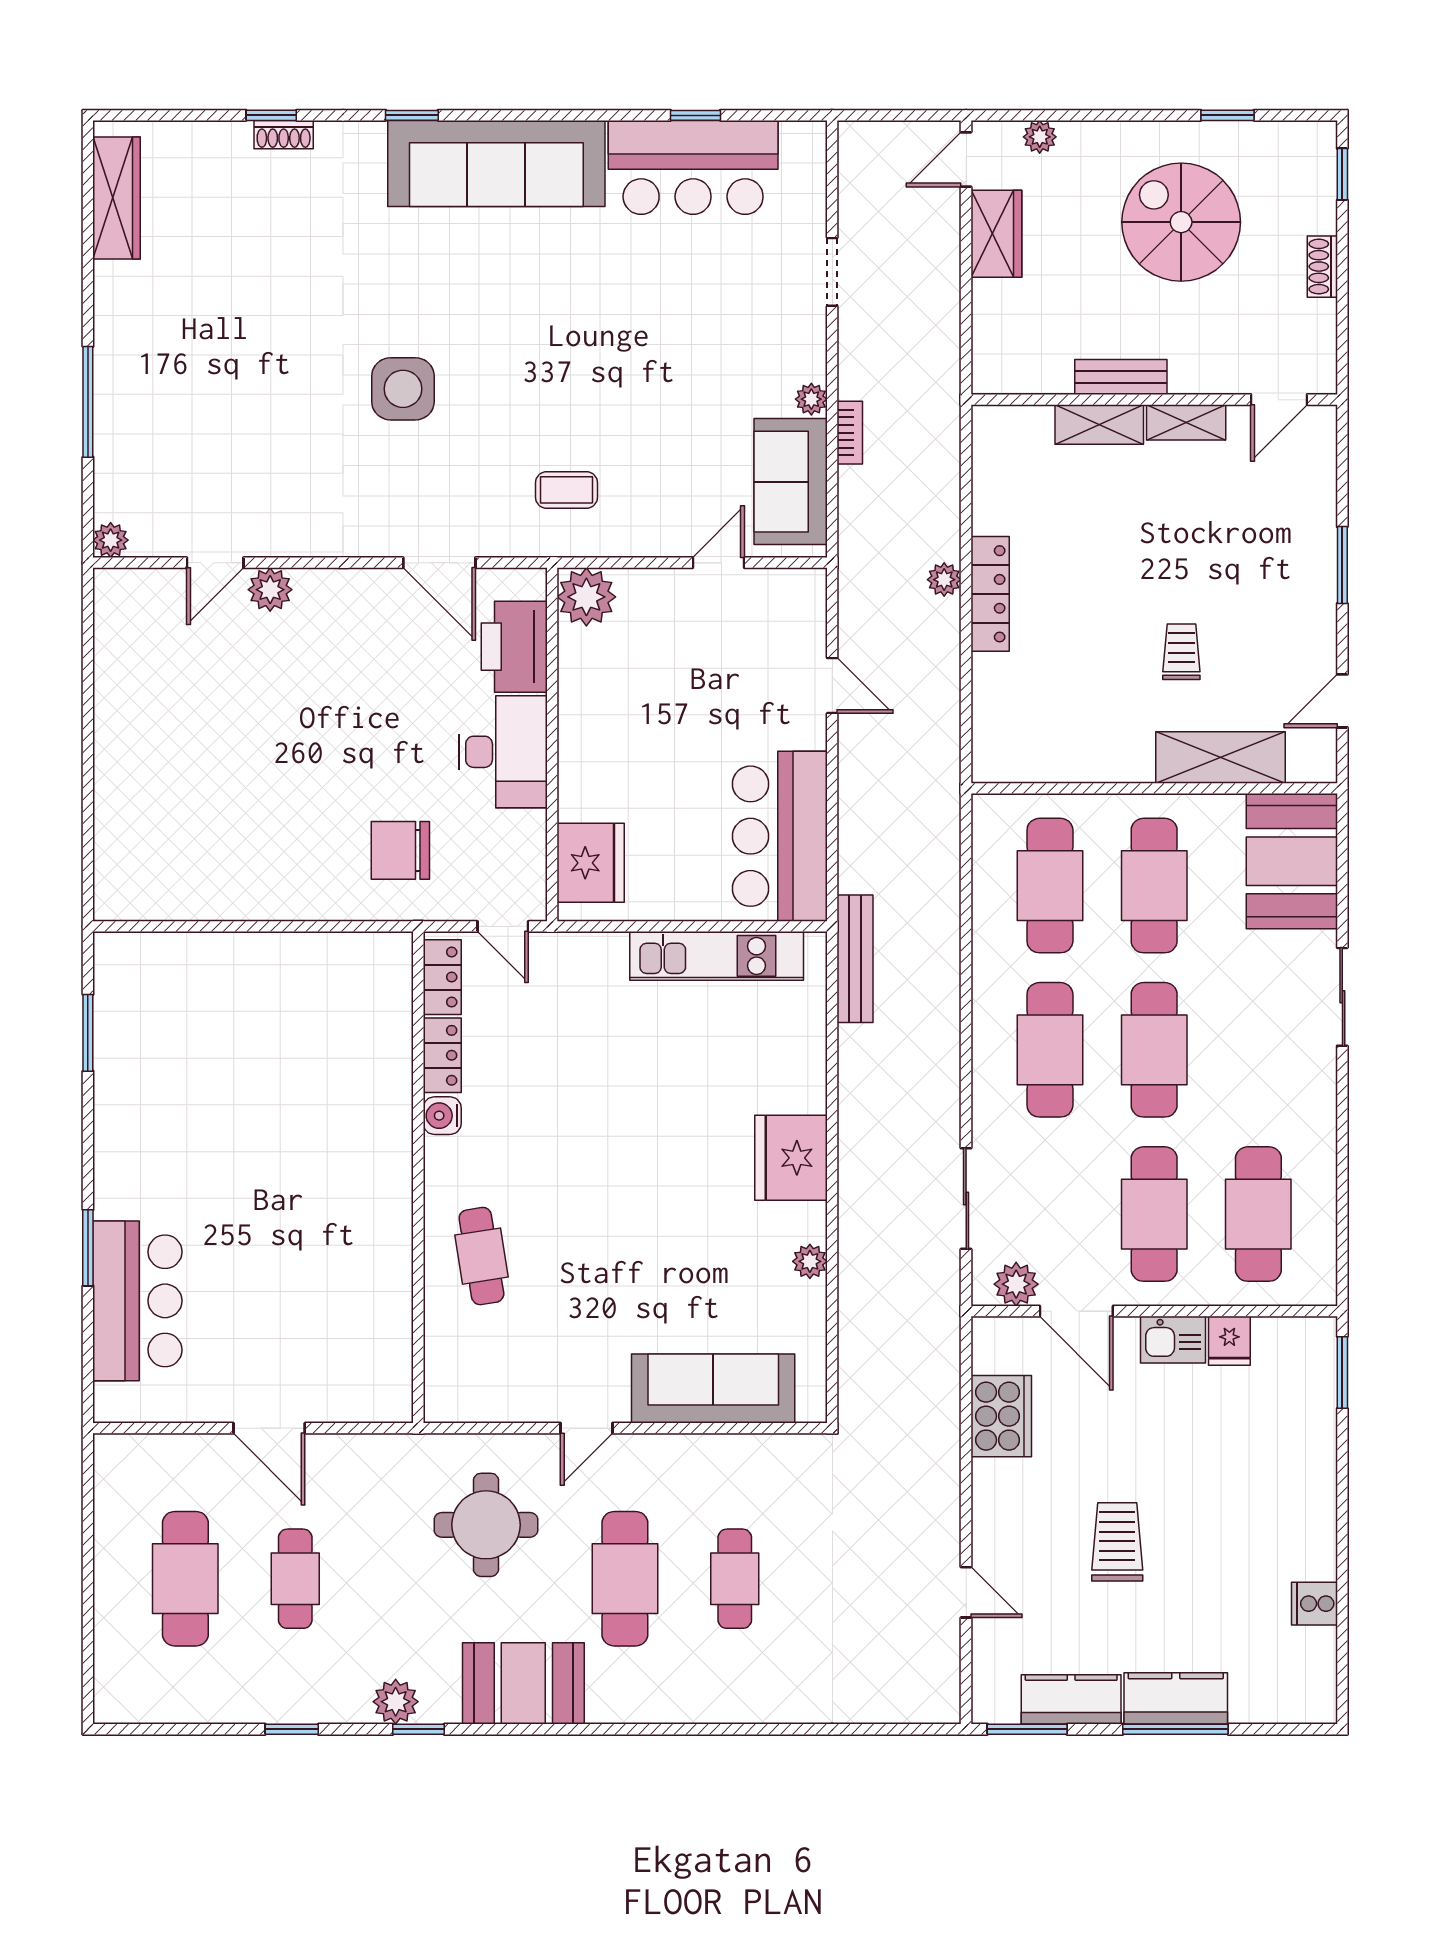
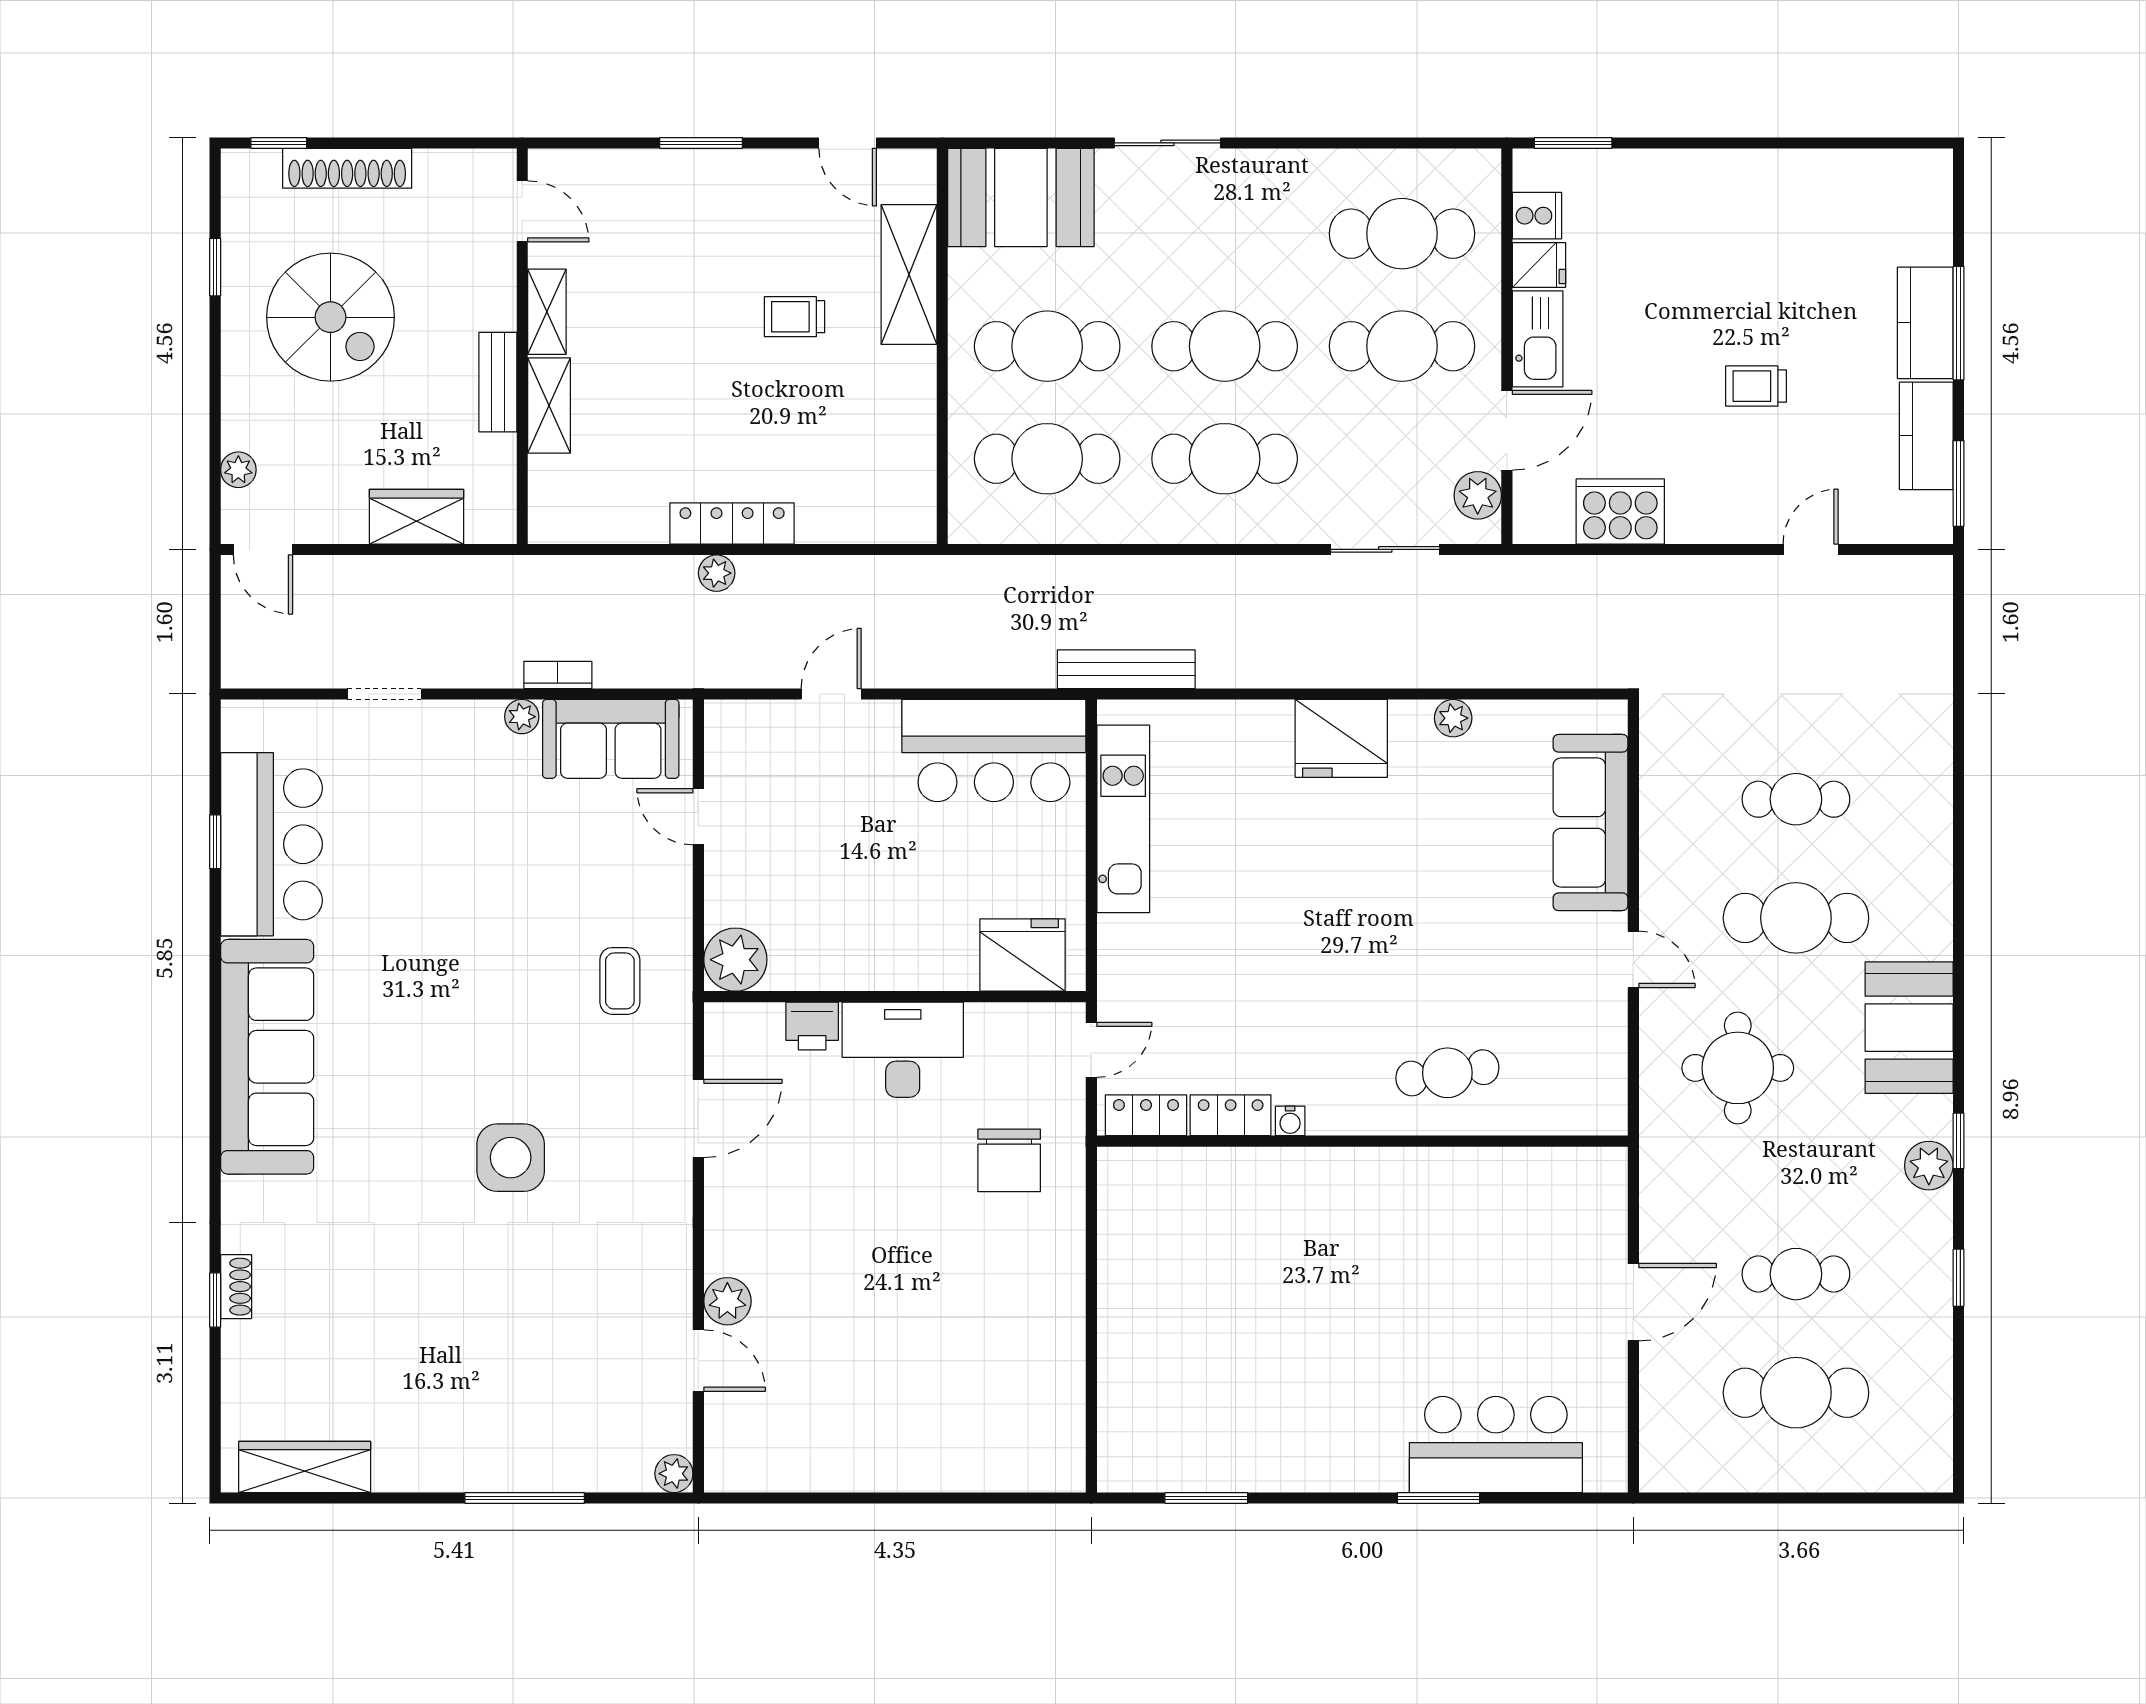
window: (412, 115) -> (215, 1148), removed
spiral stairs: (1181, 222) -> (331, 317), turned -90
wardrobe: (996, 234) -> (416, 517), moved
shoe rack: (1322, 267) -> (347, 168), width x1.94, depth x1.24
printer: (514, 647) -> (812, 1026), width x0.53, depth x0.68
water cooler: (442, 1116) -> (1290, 1121), width x0.72, depth x0.72
kitchen sink: (1173, 1340) -> (1538, 339), width x1.38
trolley: (1117, 1542) -> (1756, 386), width x0.73, depth x0.72
cooker: (1315, 1604) -> (1537, 216), moved, turned -90

